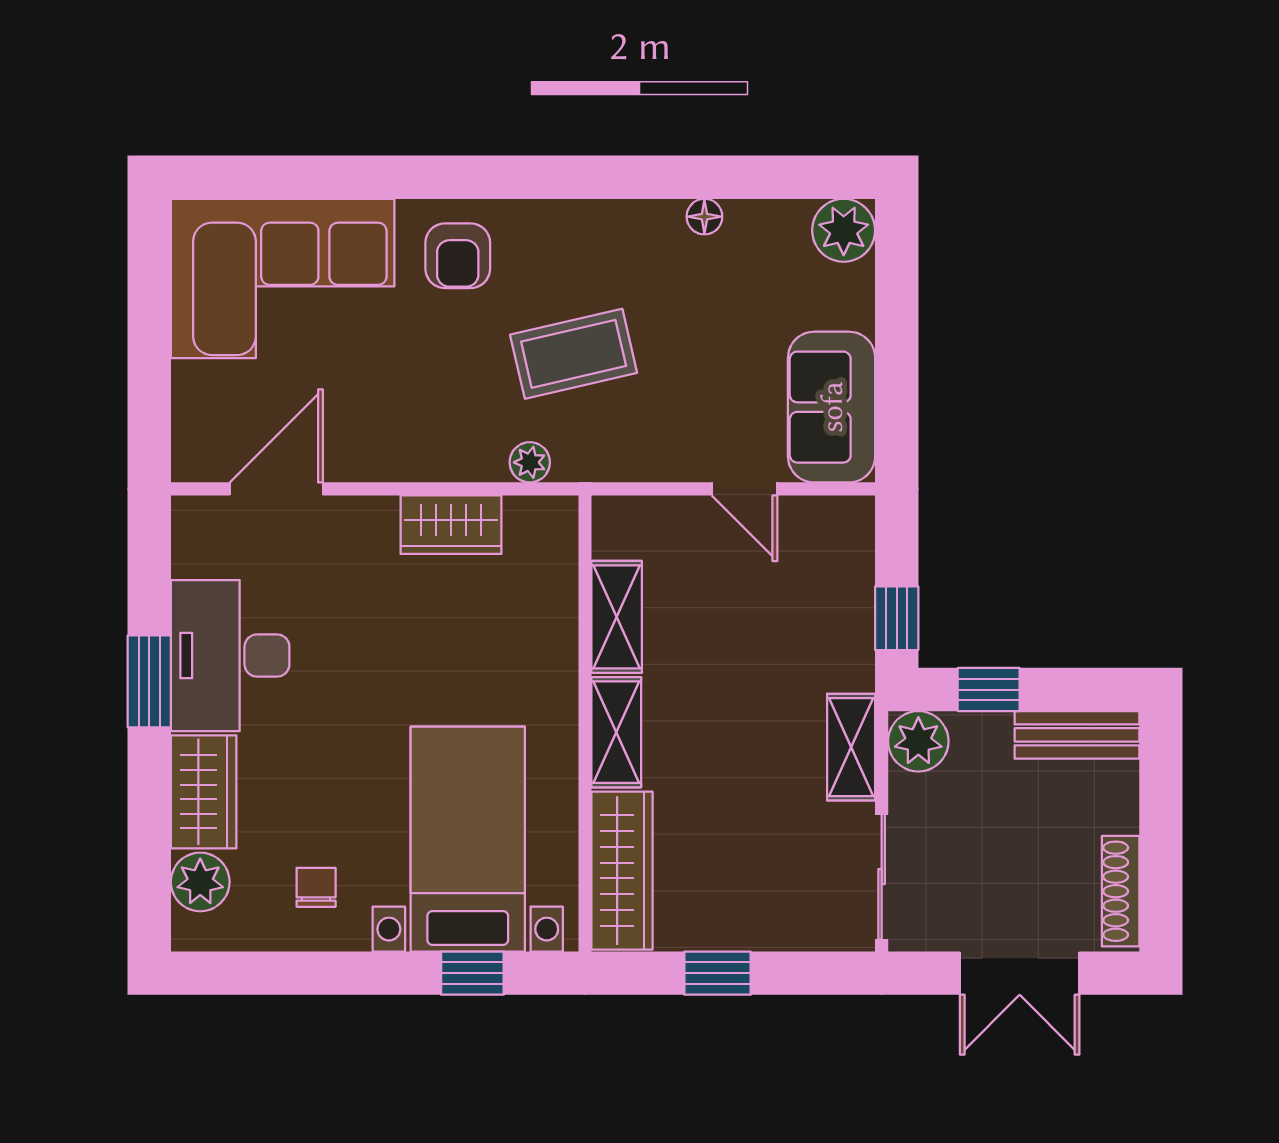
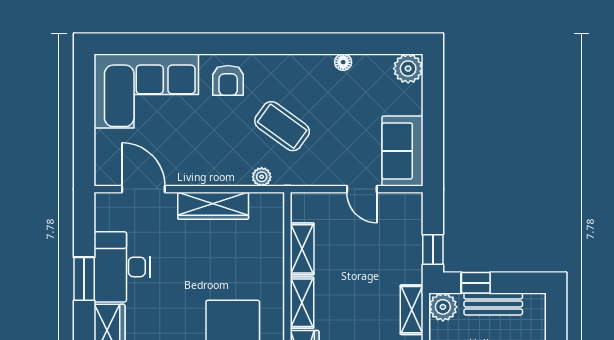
coffee table: (574, 354) -> (282, 126), turned 49
door: (276, 489) -> (143, 189), hinge flipped
wardrobe: (451, 525) -> (213, 206), width x1.50
bench: (1077, 735) -> (493, 304), moved

